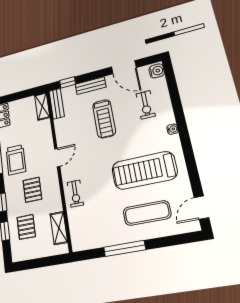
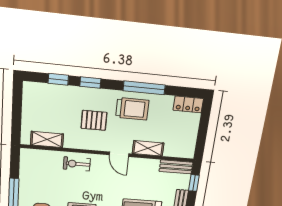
shelving: (42, 106) -> (148, 148), moved
trolley: (16, 160) -> (132, 109), turned 180
pallet: (26, 227) -> (57, 105), removed

